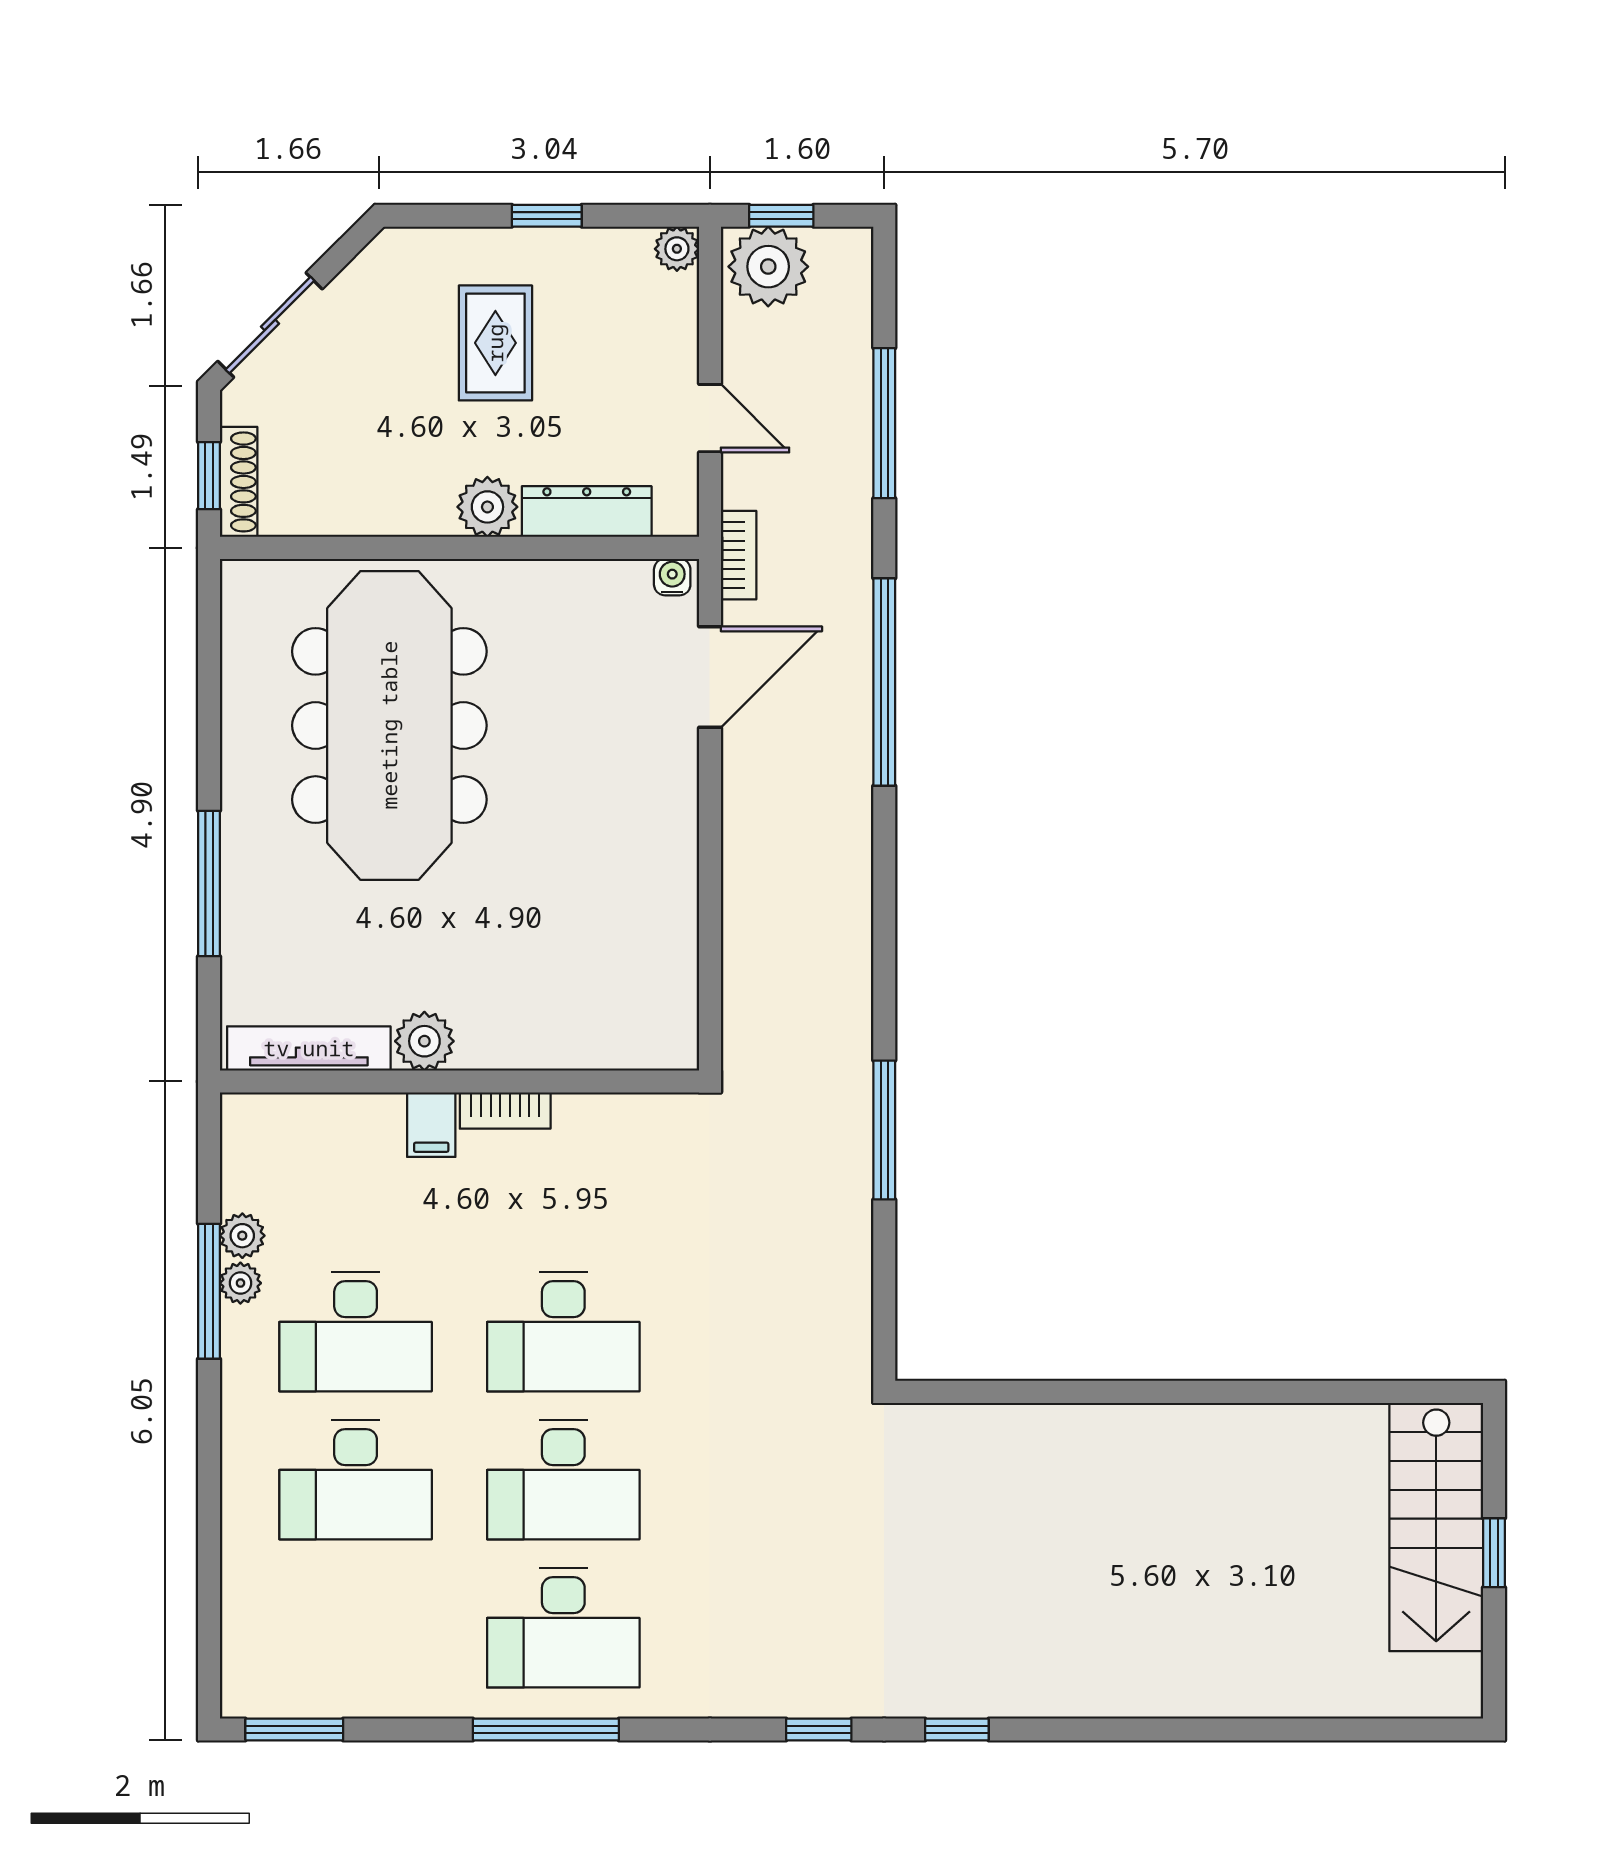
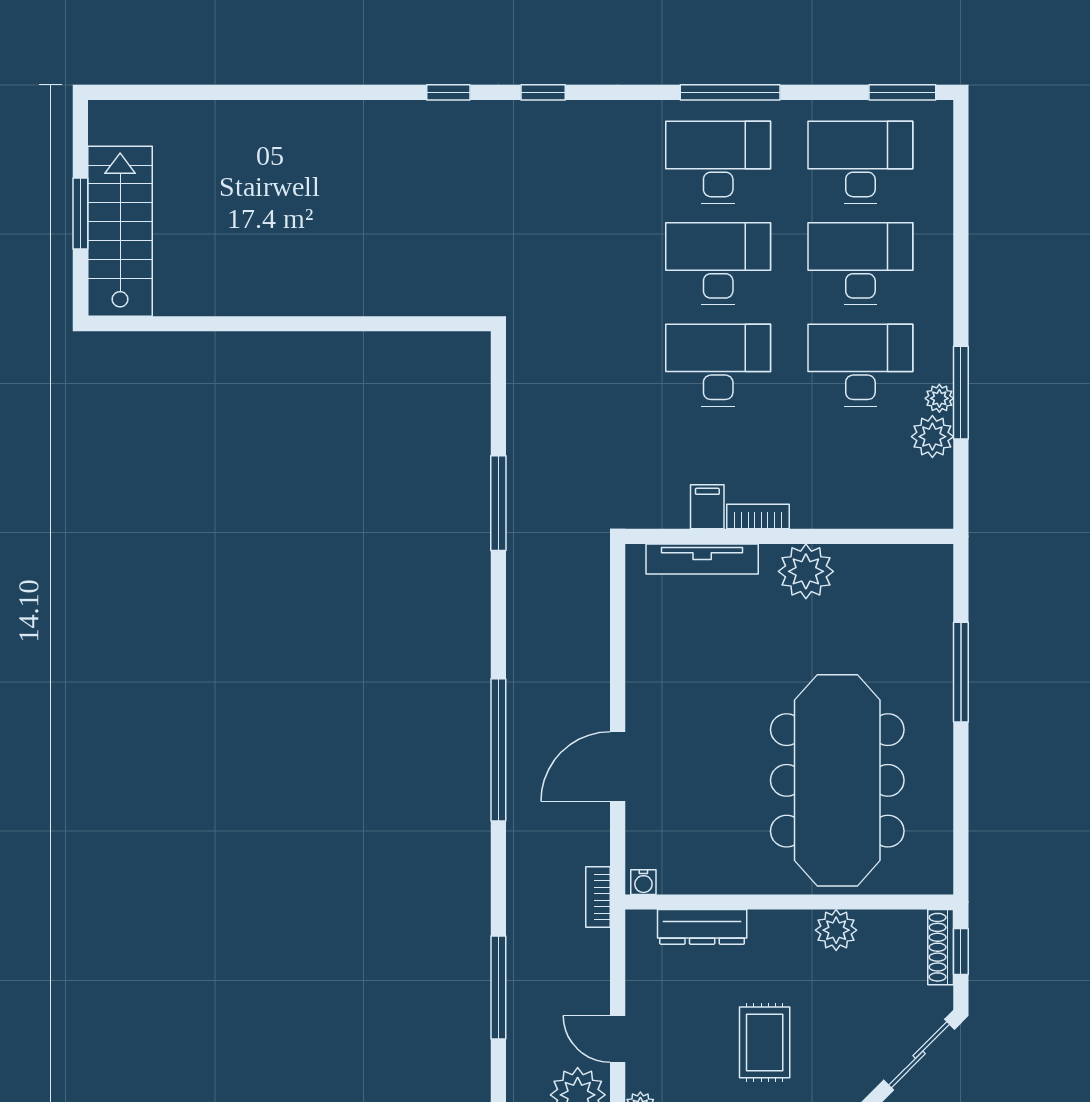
door: (710, 418) -> (618, 1039), moved
plant: (487, 507) -> (836, 930), moved
door: (710, 677) -> (618, 767), moved
window: (884, 682) -> (498, 750), moved
plant: (424, 1041) -> (806, 571), width x1.36, depth x1.36
tv unit: (309, 1048) -> (702, 559), moved
filing cabinet: (431, 1125) -> (707, 507), moved
plant: (242, 1236) -> (932, 437), width x1.38, depth x1.38
window: (1494, 1553) -> (80, 214), width x1.50
desk: (356, 1627) -> (860, 162), added

